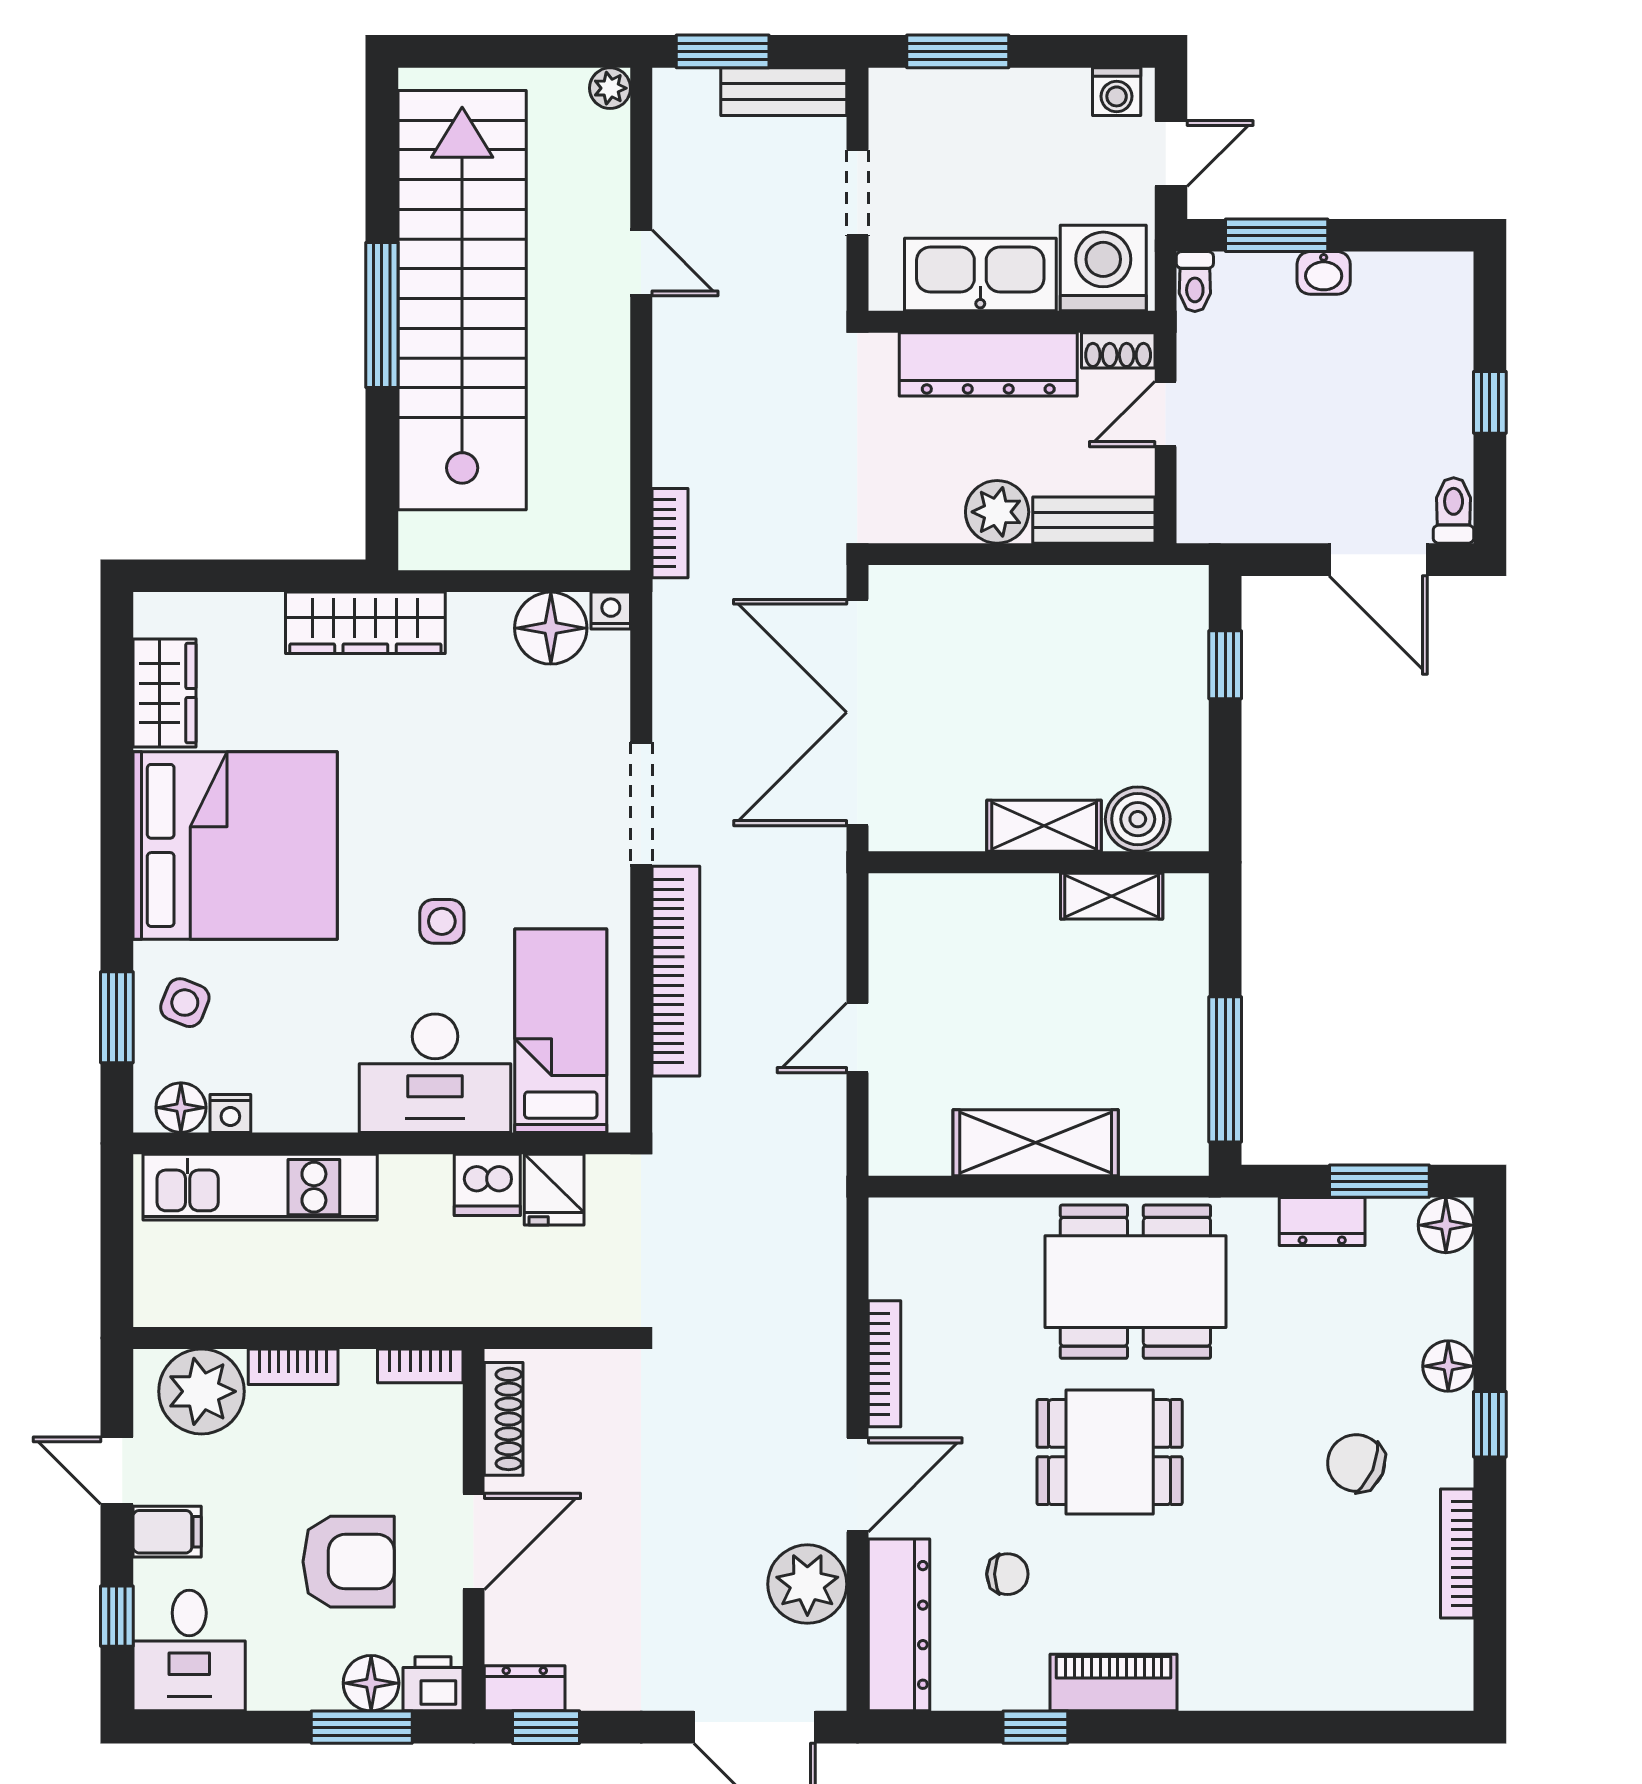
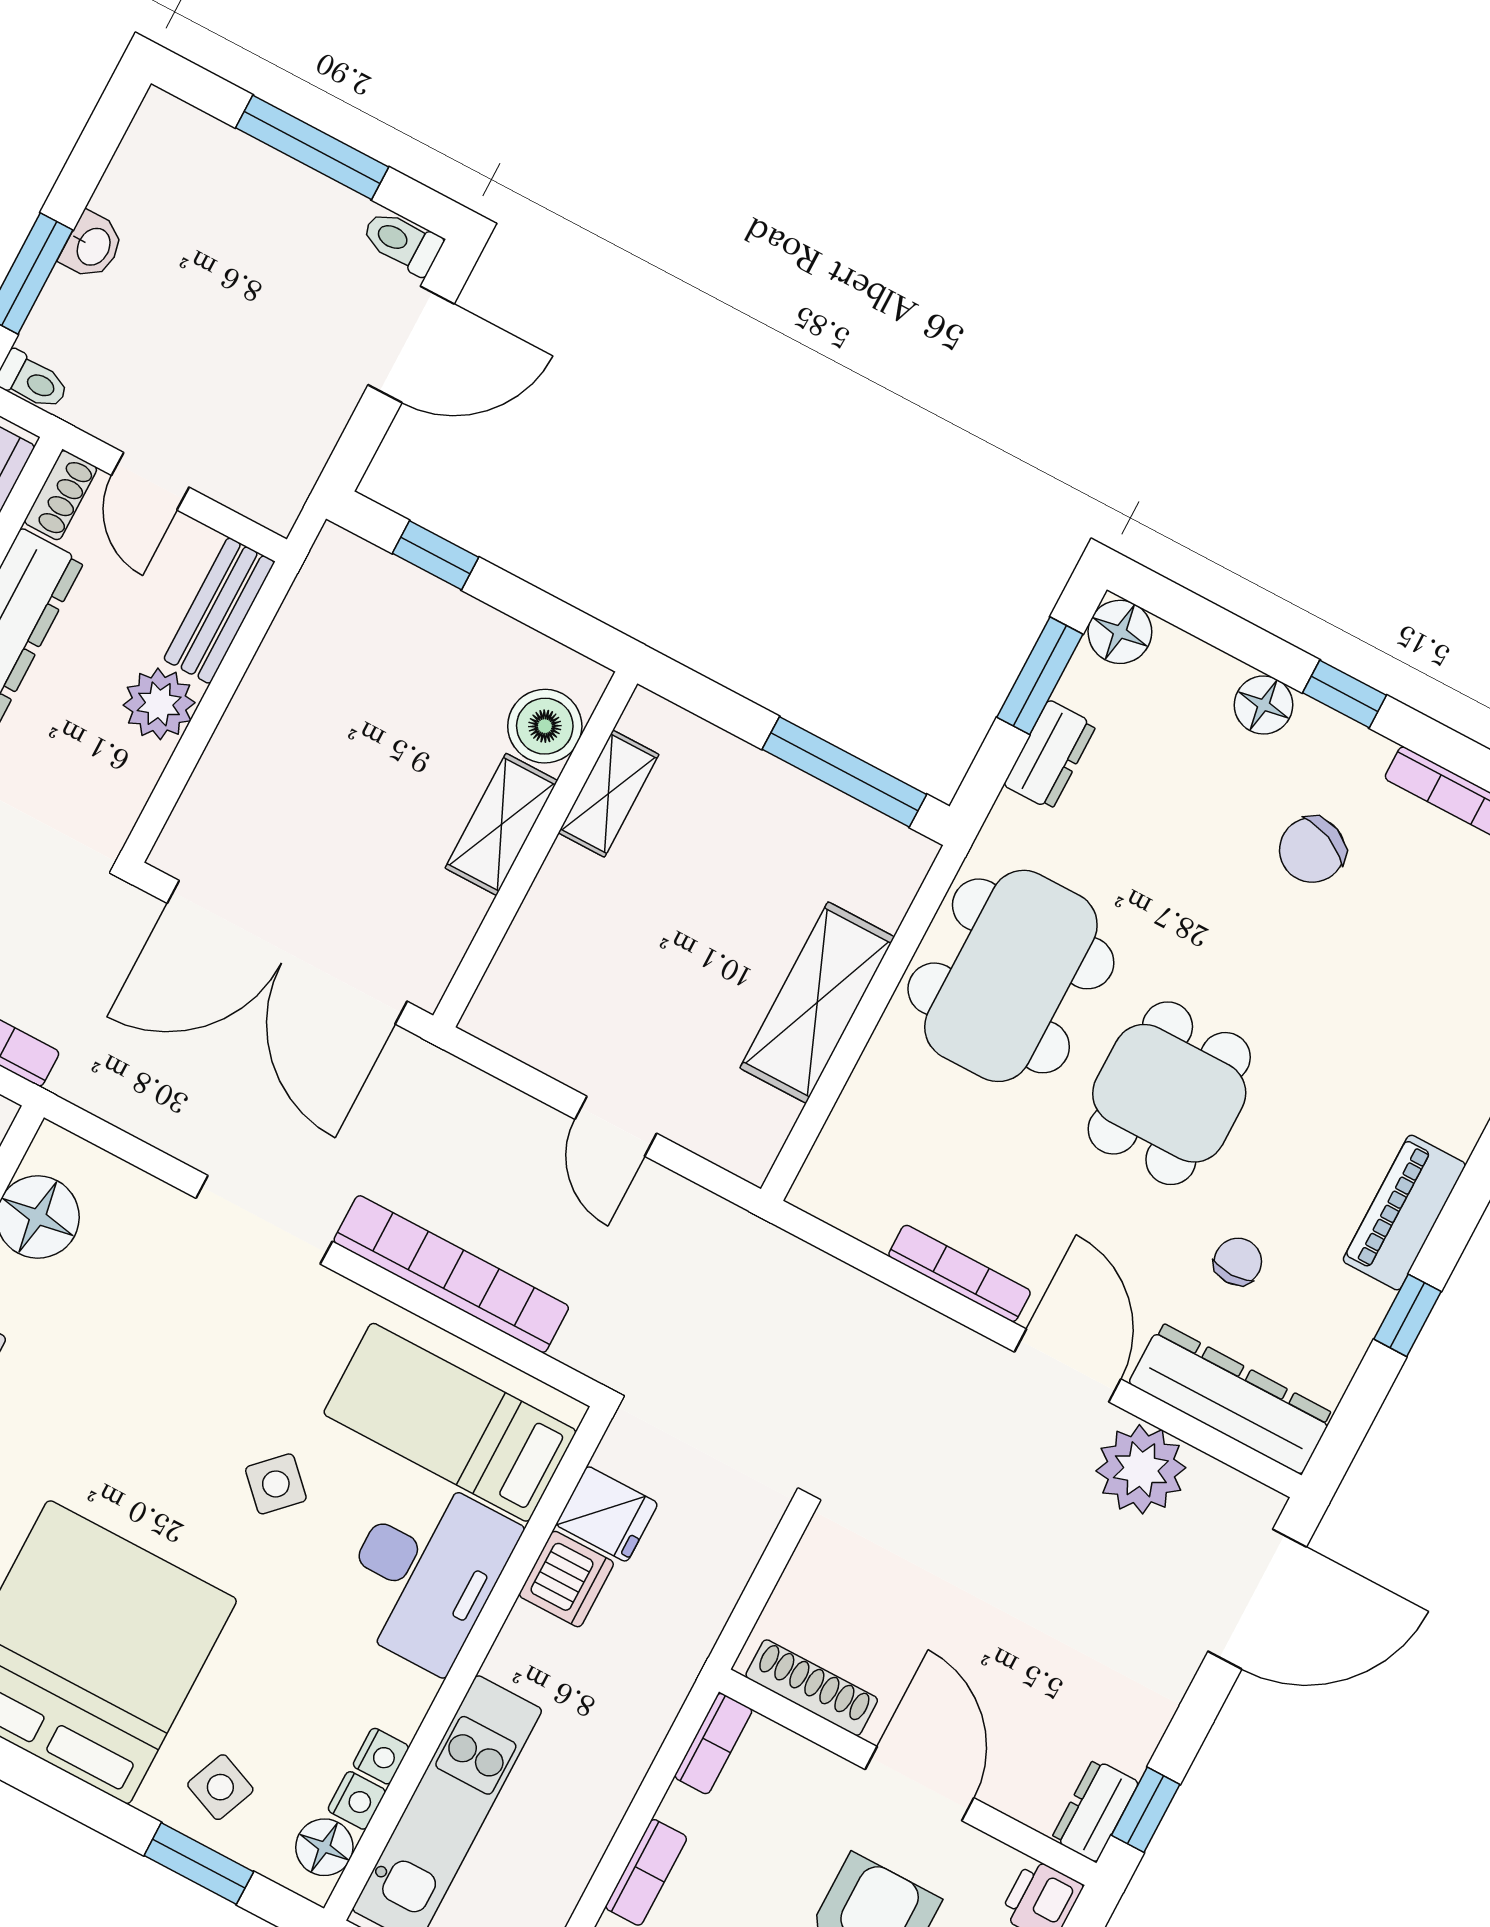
window: (1490, 402) -> (312, 147), width x2.17
nightstand: (611, 611) -> (381, 1756), moved, turned 180
side table: (442, 921) -> (276, 1484), turned 45

